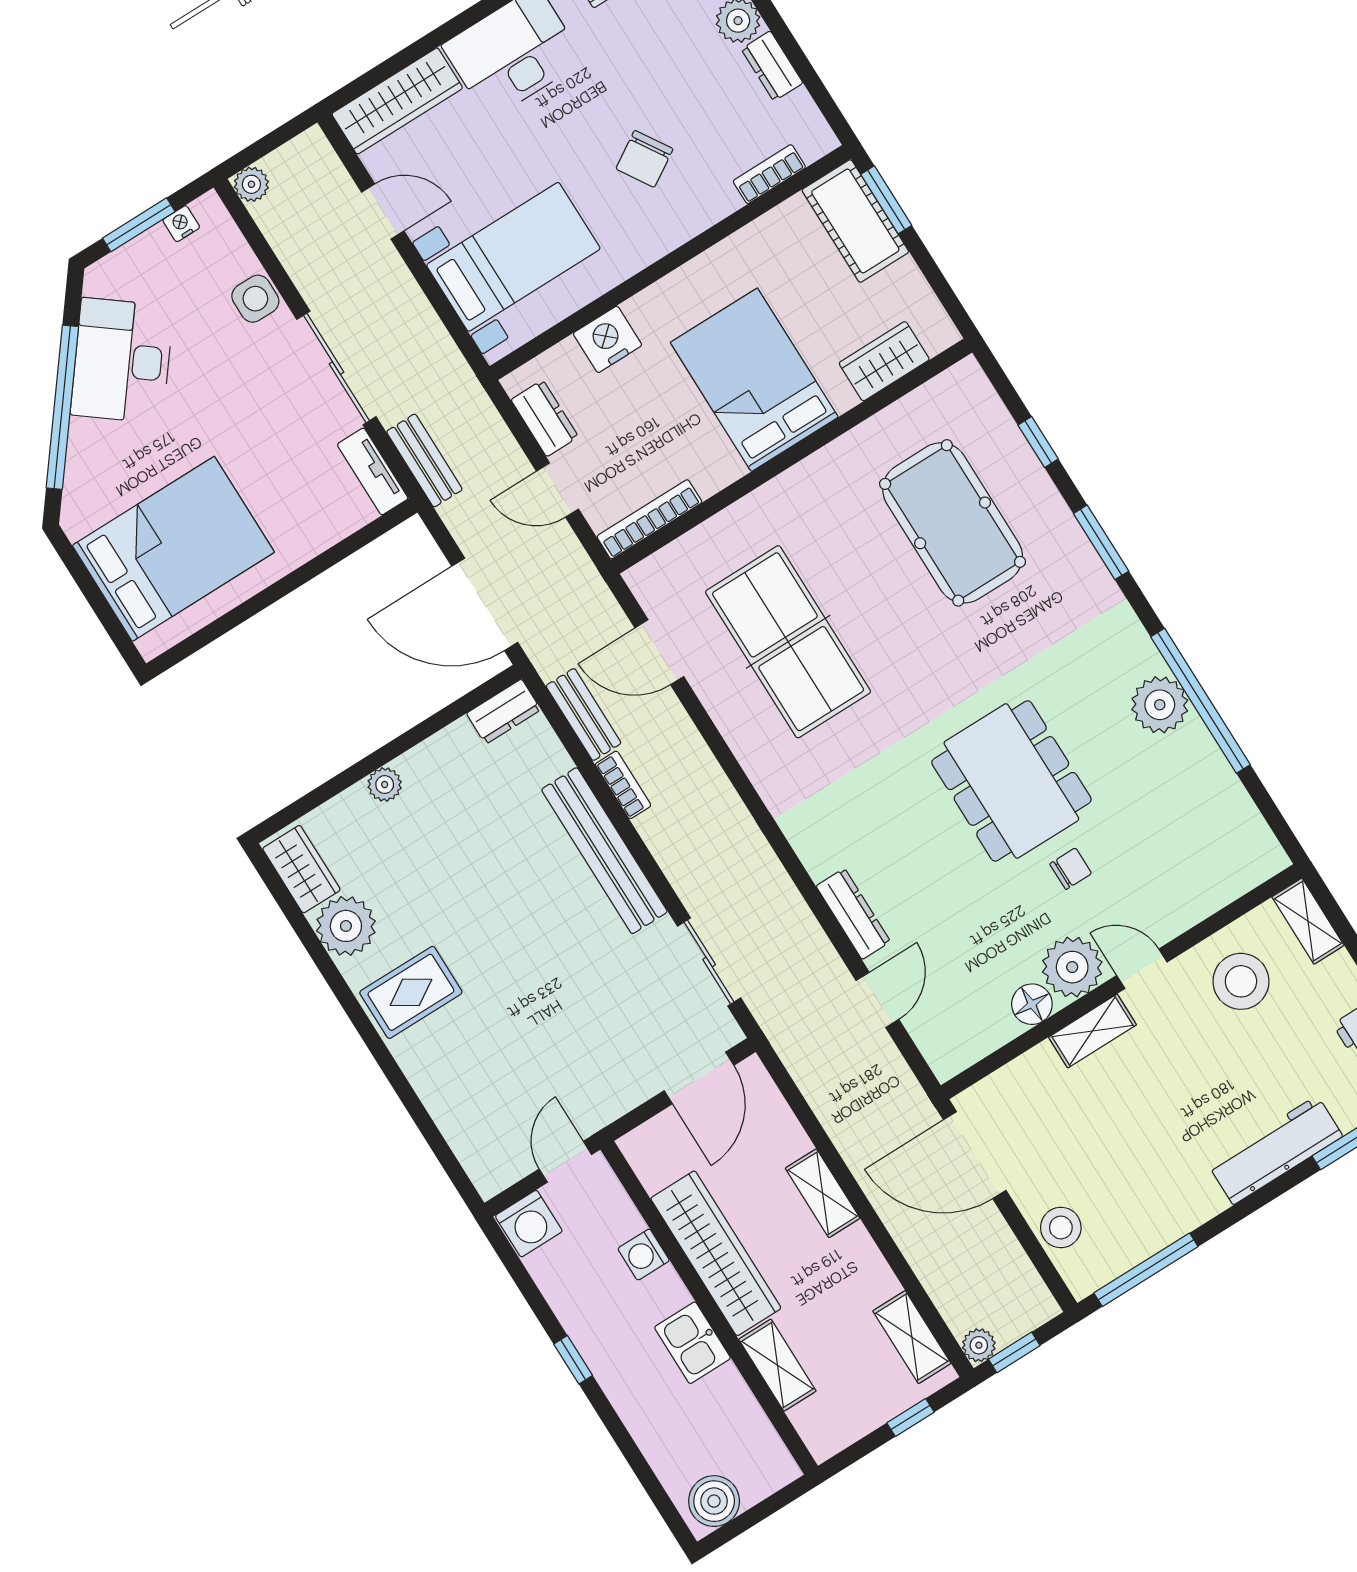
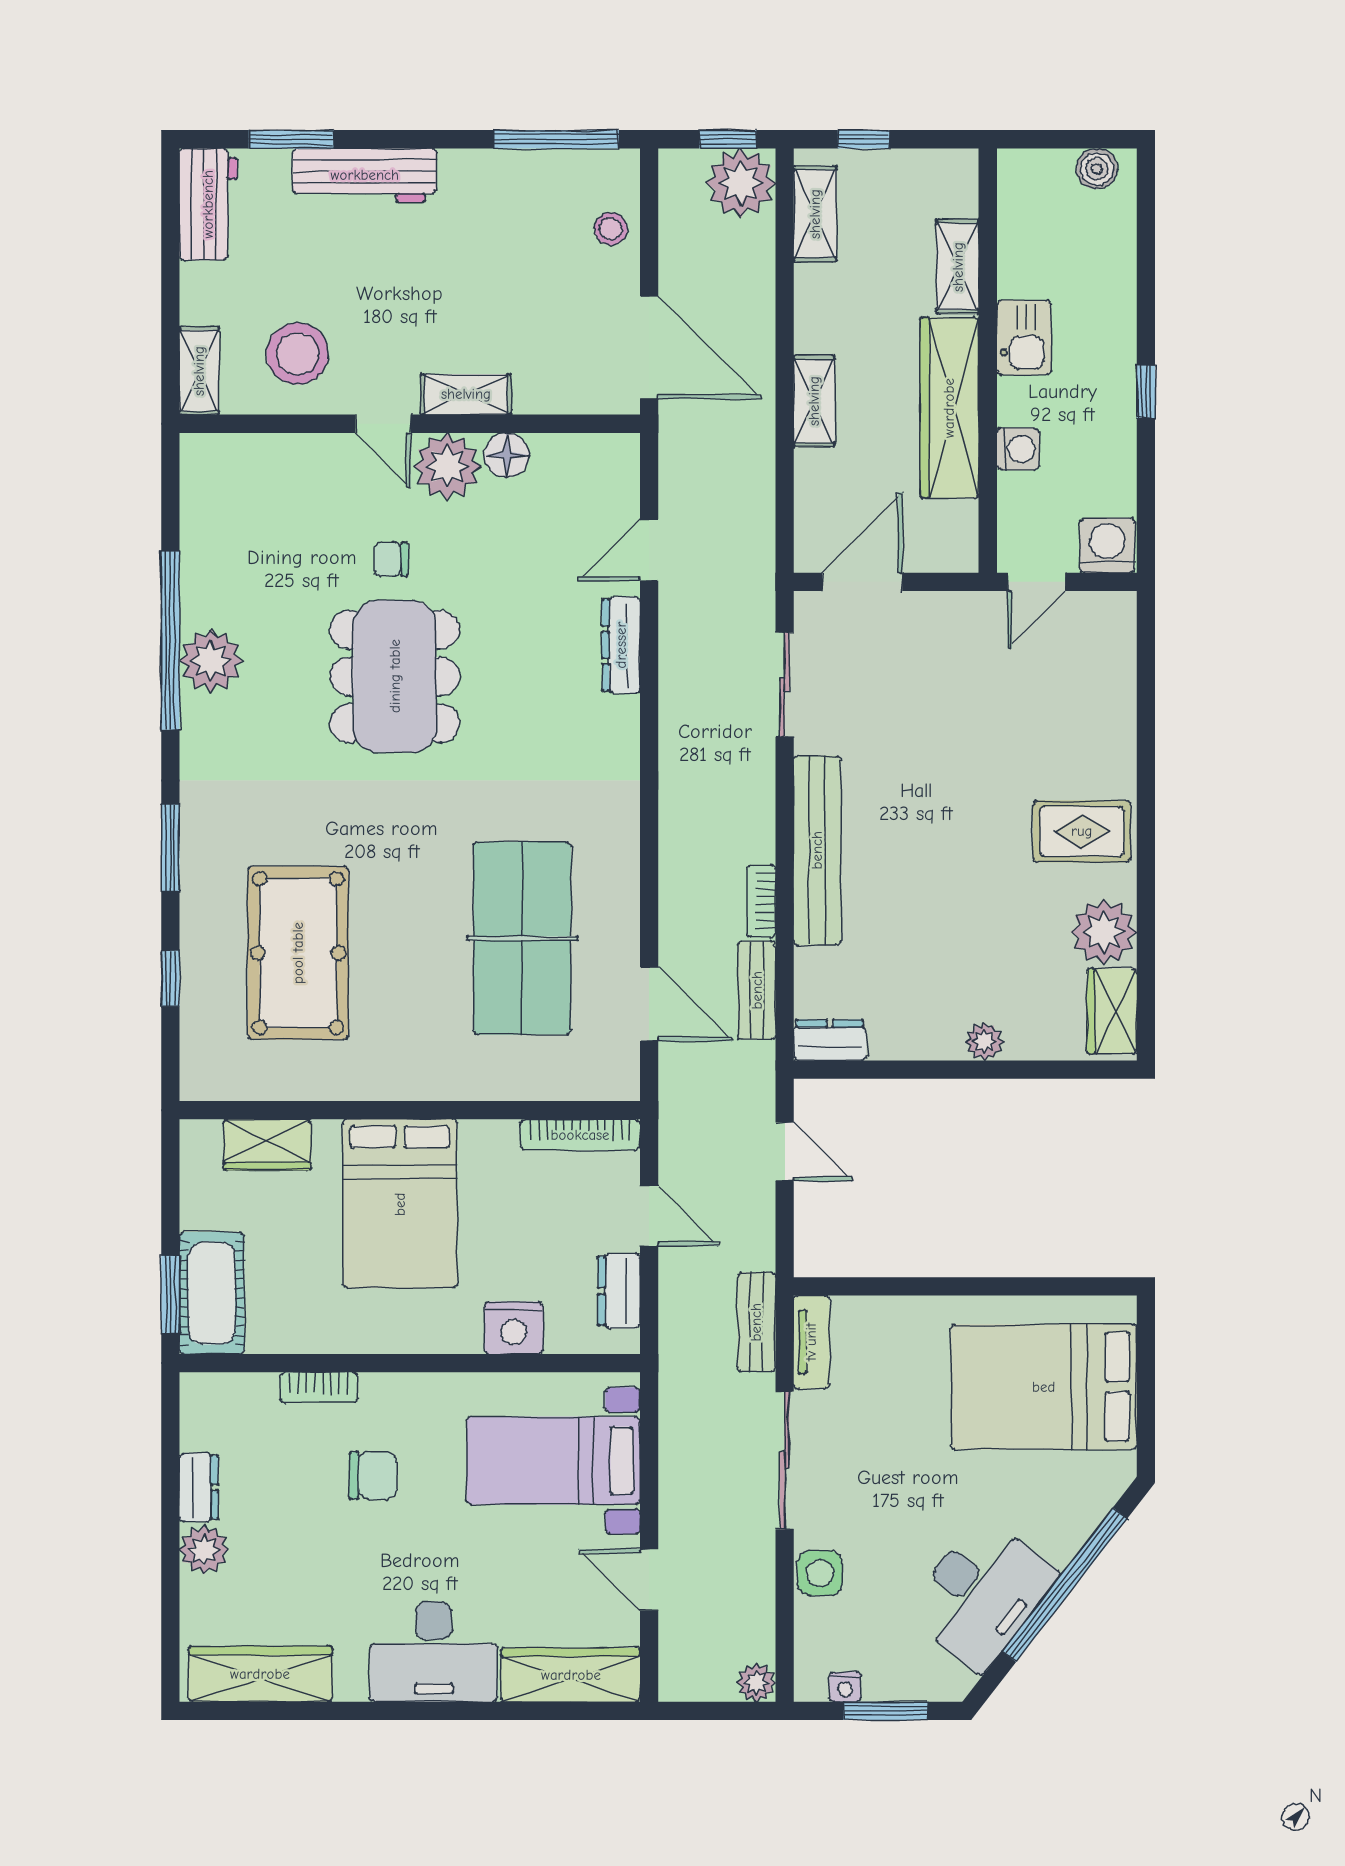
chair: (644, 159) -> (373, 1475), turned 32
bookcase: (769, 174) -> (319, 1388), moved
door: (485, 604) -> (785, 1152), width x0.53
stool: (1061, 1227) -> (611, 229), width x0.73, depth x0.73
plant: (979, 1345) -> (741, 183), width x1.88, depth x1.88
boiler: (714, 1501) -> (1097, 169), width x0.73, depth x0.73

